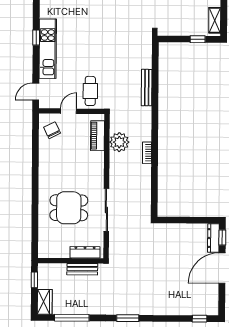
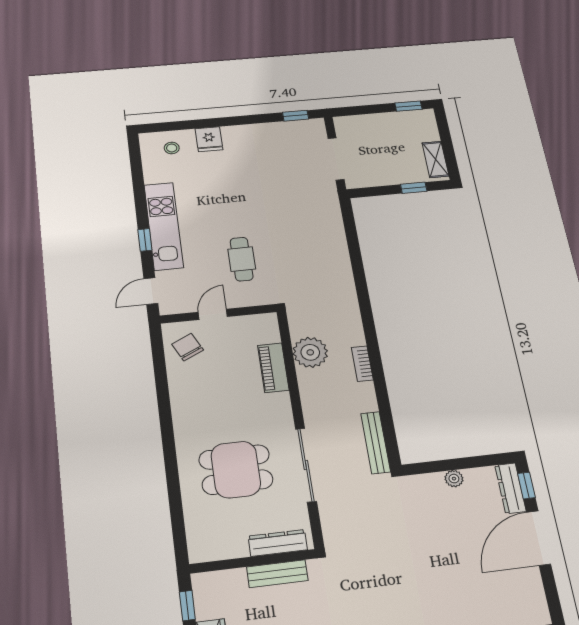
window: (36, 38) -> (145, 240), moved
bench: (147, 88) -> (376, 443), moved
cafe table: (90, 91) -> (242, 259), moved
piano: (98, 136) -> (273, 368), moved
plant: (184, 228) -> (454, 479), added

